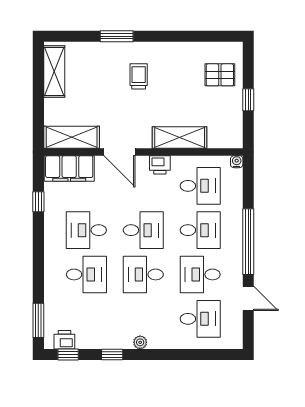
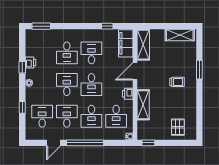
window: (248, 100) -> (148, 143), moved
desk: (200, 319) -> (42, 116), turned 180
printer: (64, 340) -> (30, 62), moved
window: (68, 355) -> (22, 107), moved

